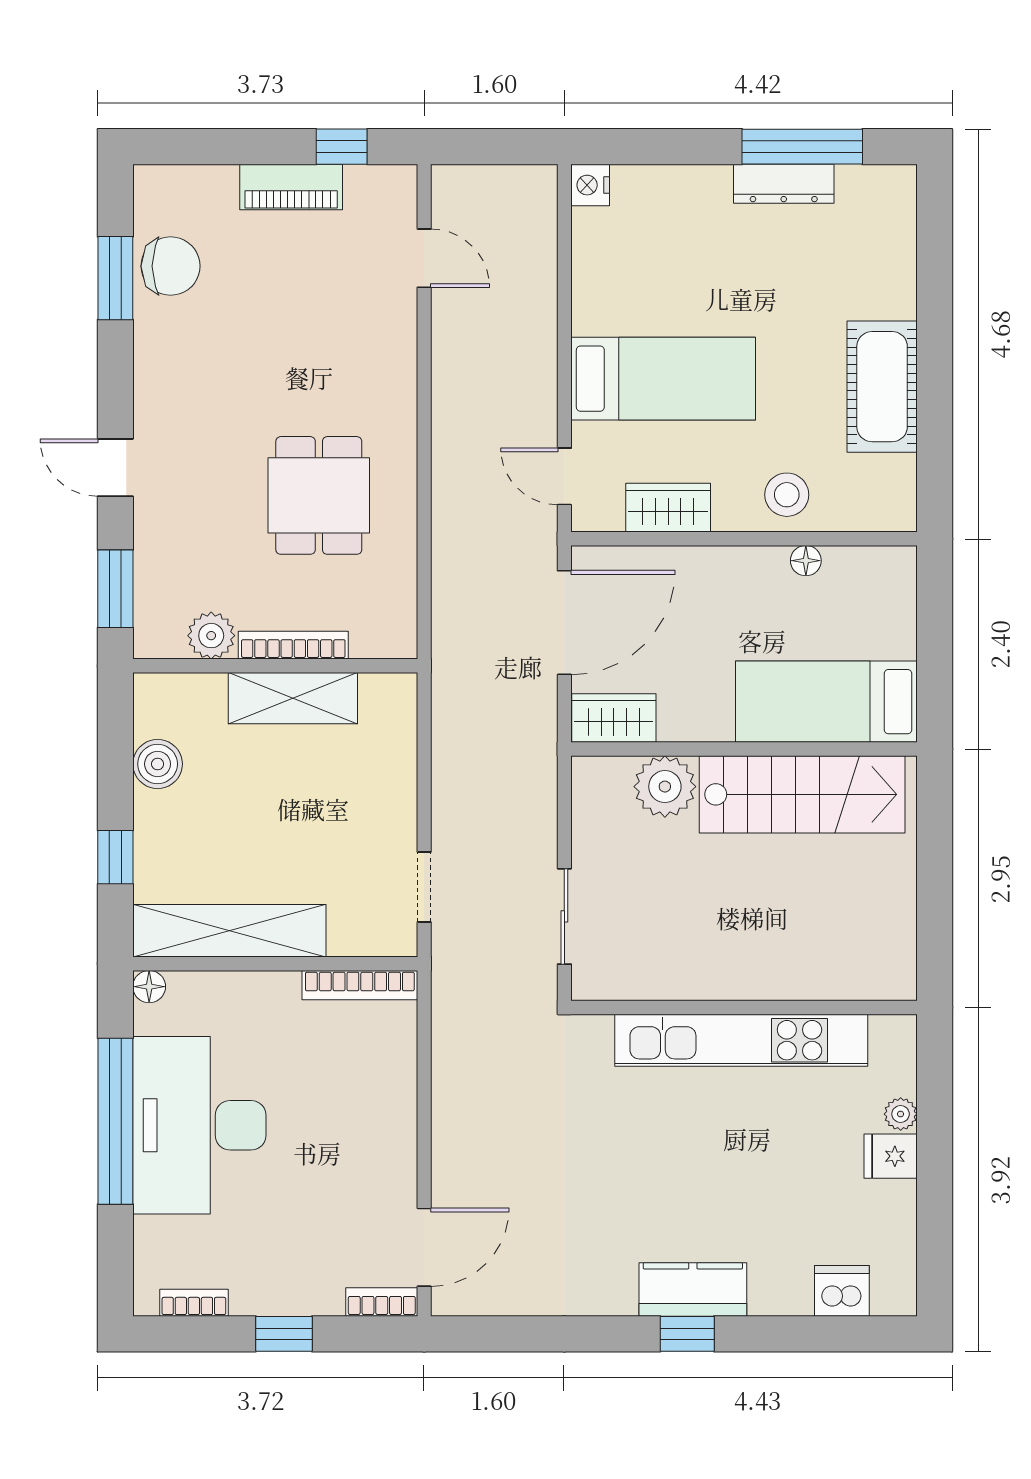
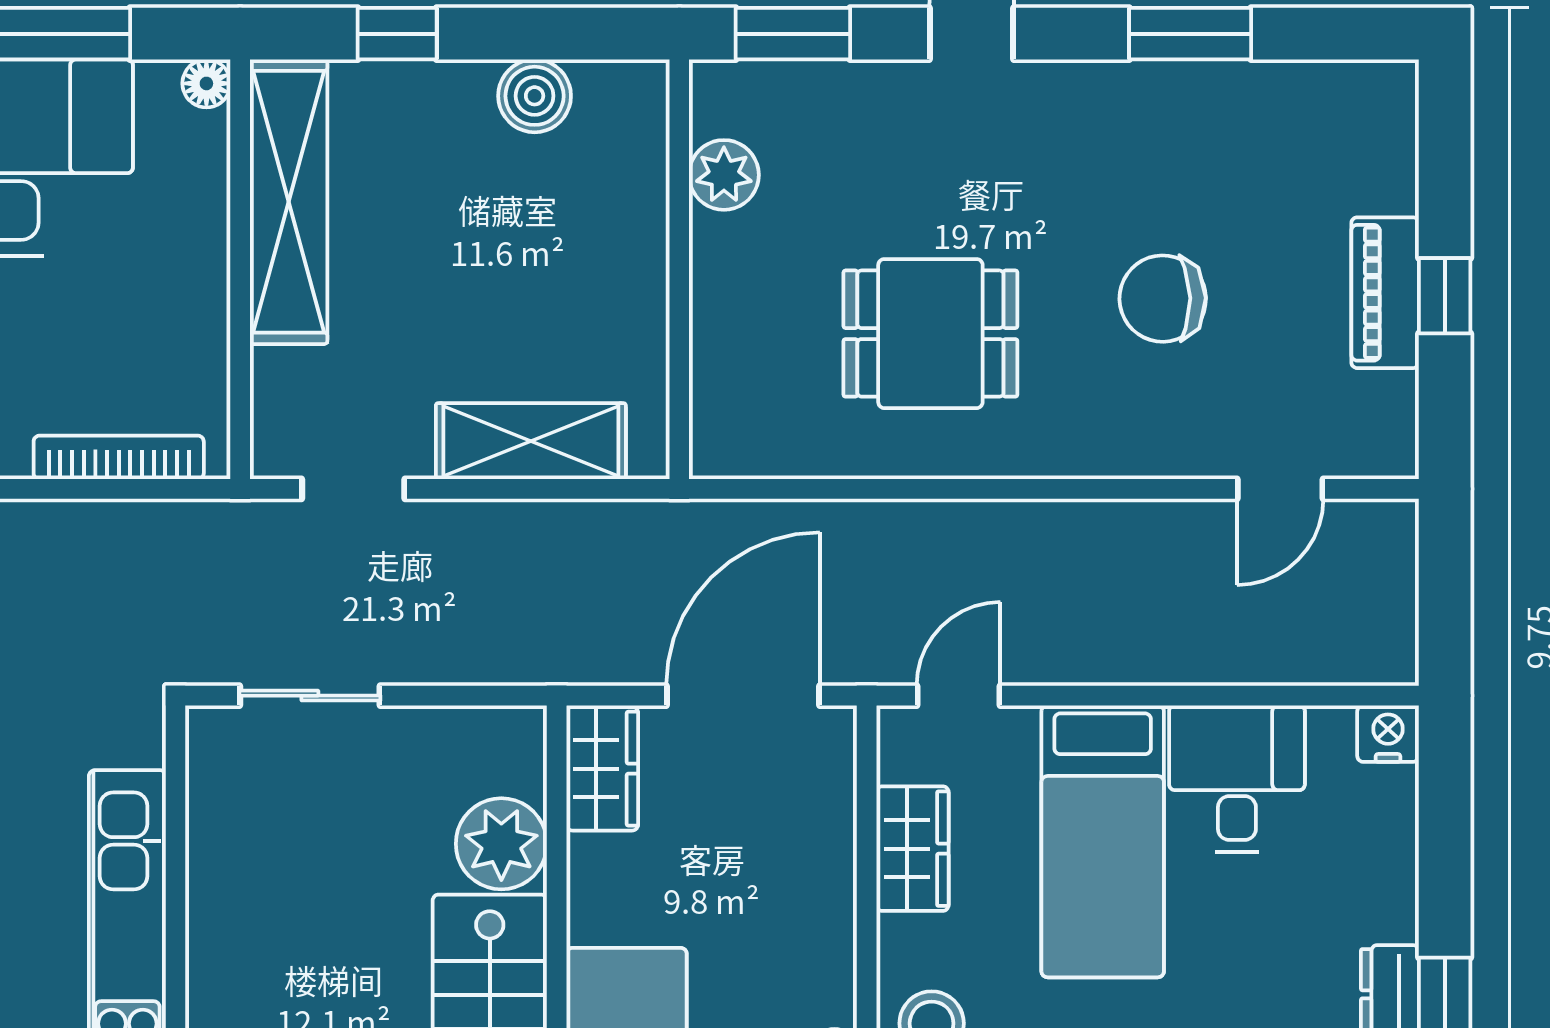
window: (342, 147) -> (1445, 296), moved
chair: (171, 266) -> (1163, 299), moved, turned 89
window: (115, 278) -> (1190, 34), moved
desk: (621, 288) -> (1237, 778), added
door: (564, 623) -> (743, 696), swing flipped
bookcase: (293, 645) -> (710, 296), removed
shelving: (293, 698) -> (531, 441), moved, turned 90
bookcase: (360, 985) -> (119, 457), moved, turned 90

